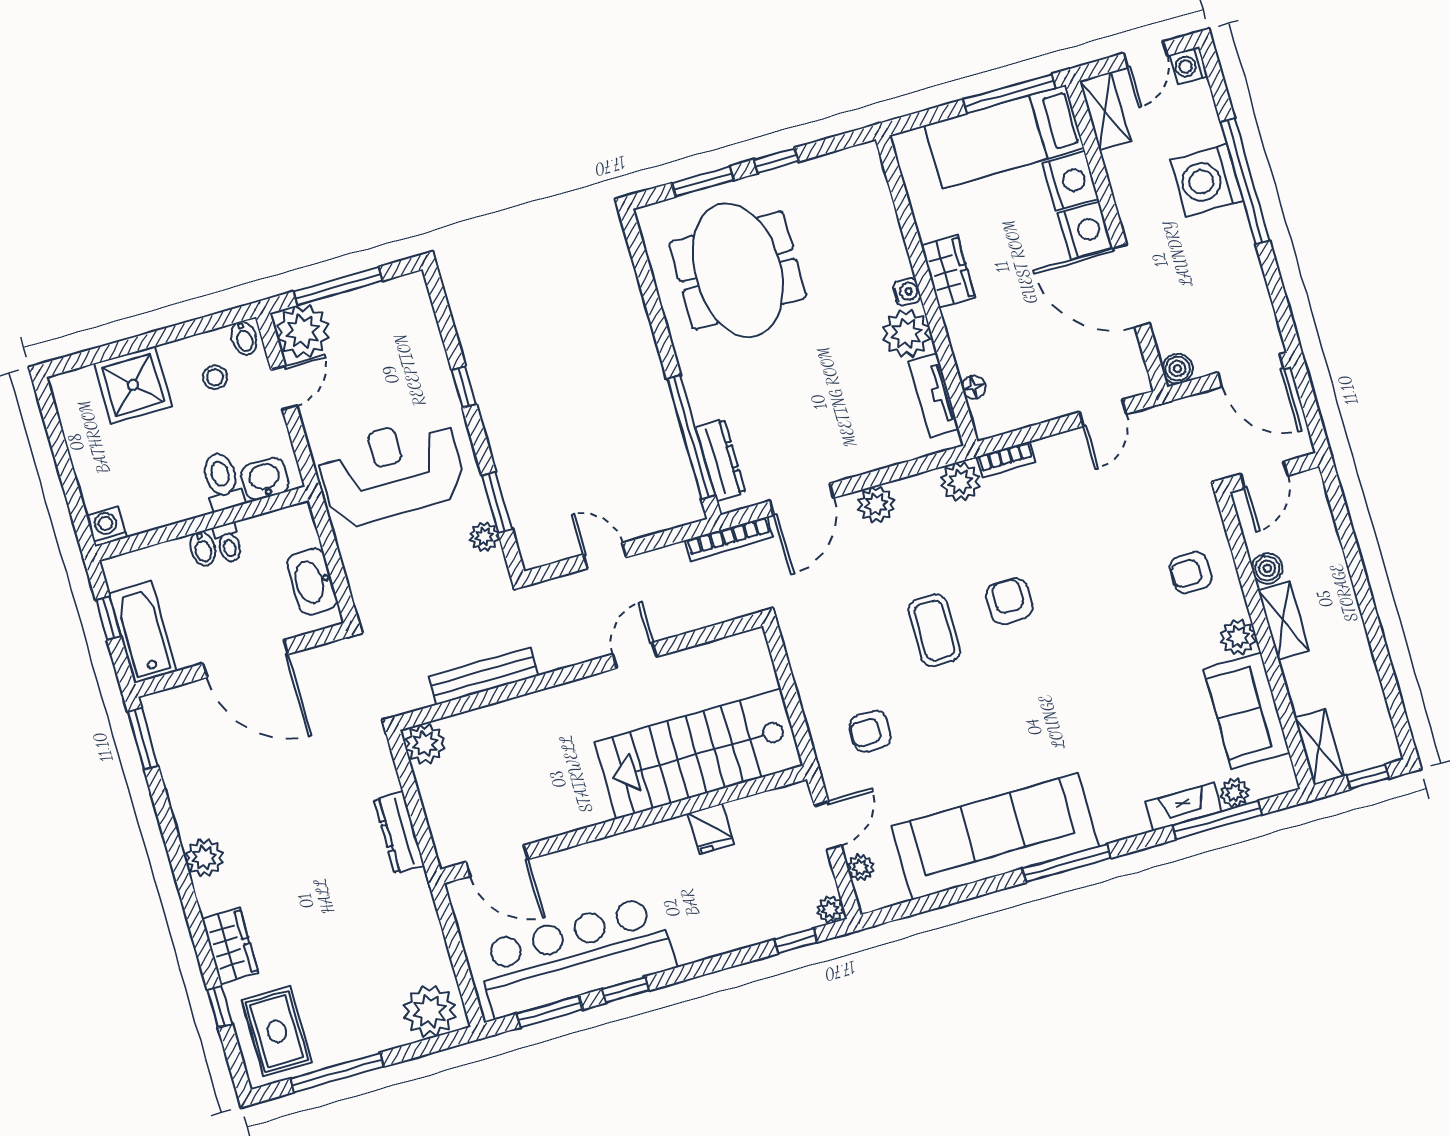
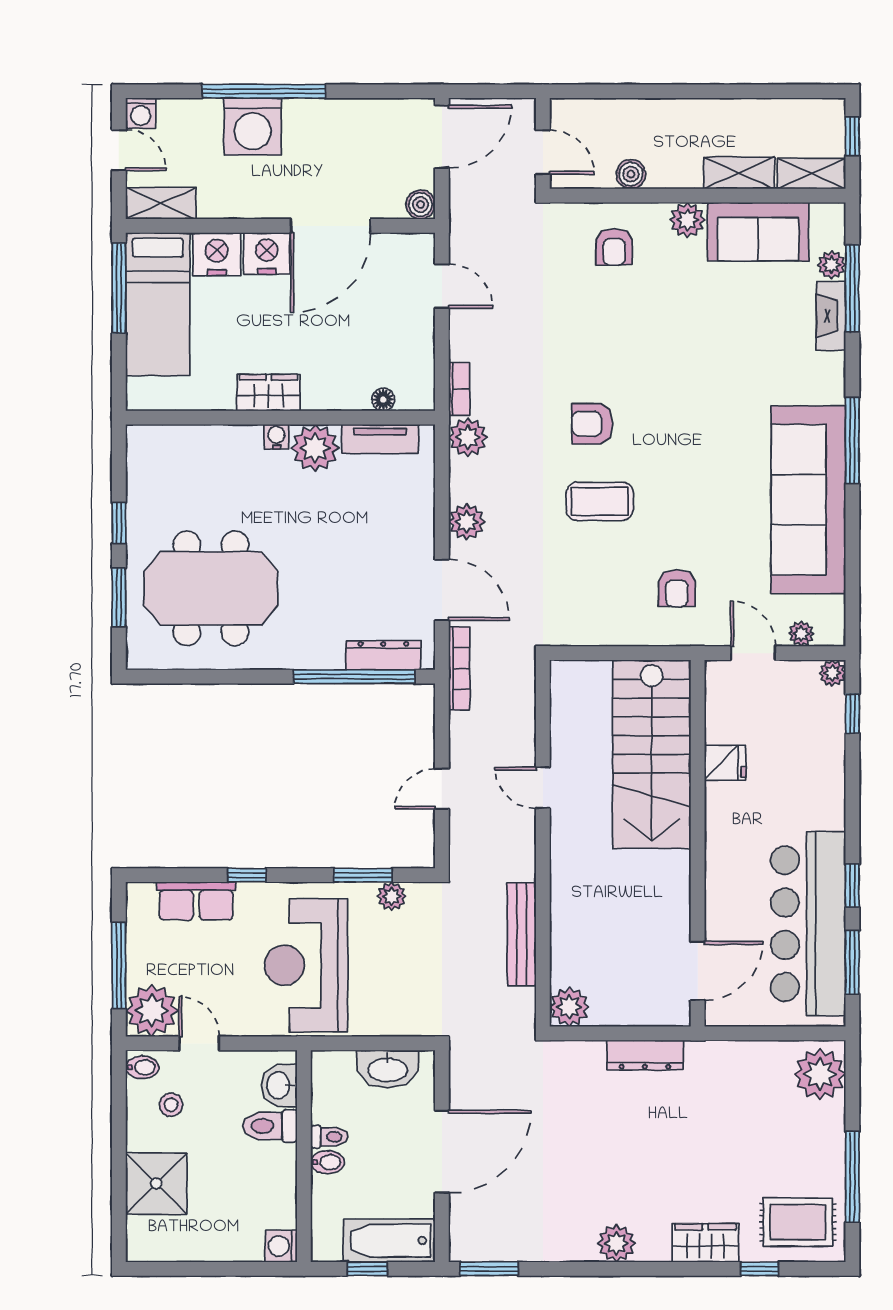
row of seats: (424, 344) -> (196, 901), added
shelving: (1284, 620) -> (739, 173), moved

